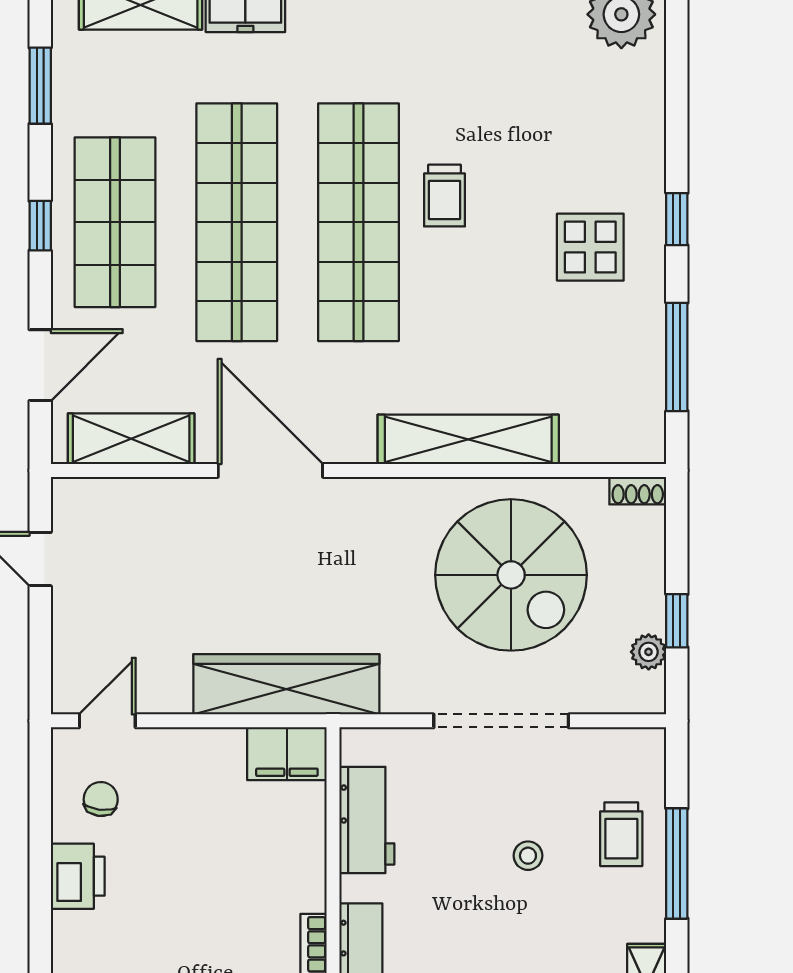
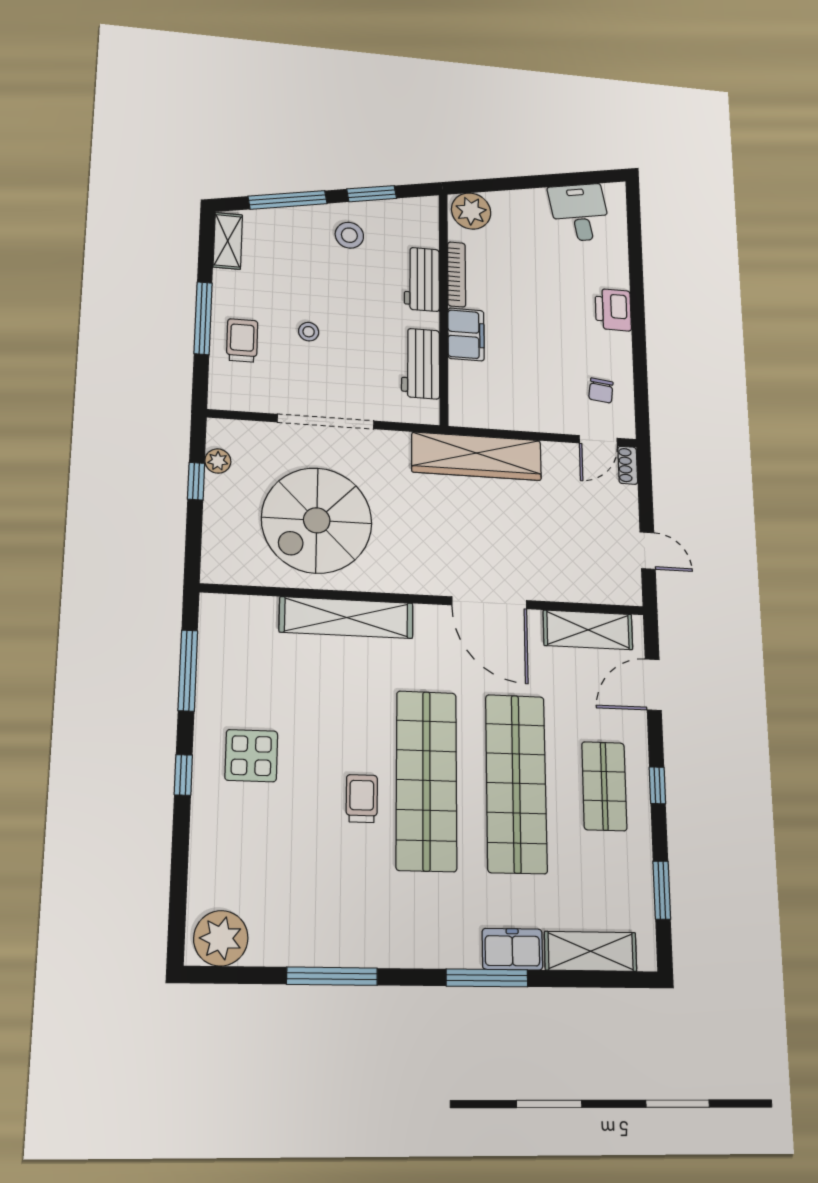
shop shelf: (115, 222) -> (604, 786), width x0.70, depth x0.74
shoe rack: (638, 491) -> (628, 465), moved, turned -90
spiral stairs: (511, 575) -> (317, 520), turned -90
filing cabinet: (287, 754) -> (466, 334), moved, turned 90
printer: (78, 876) -> (613, 310), moved

